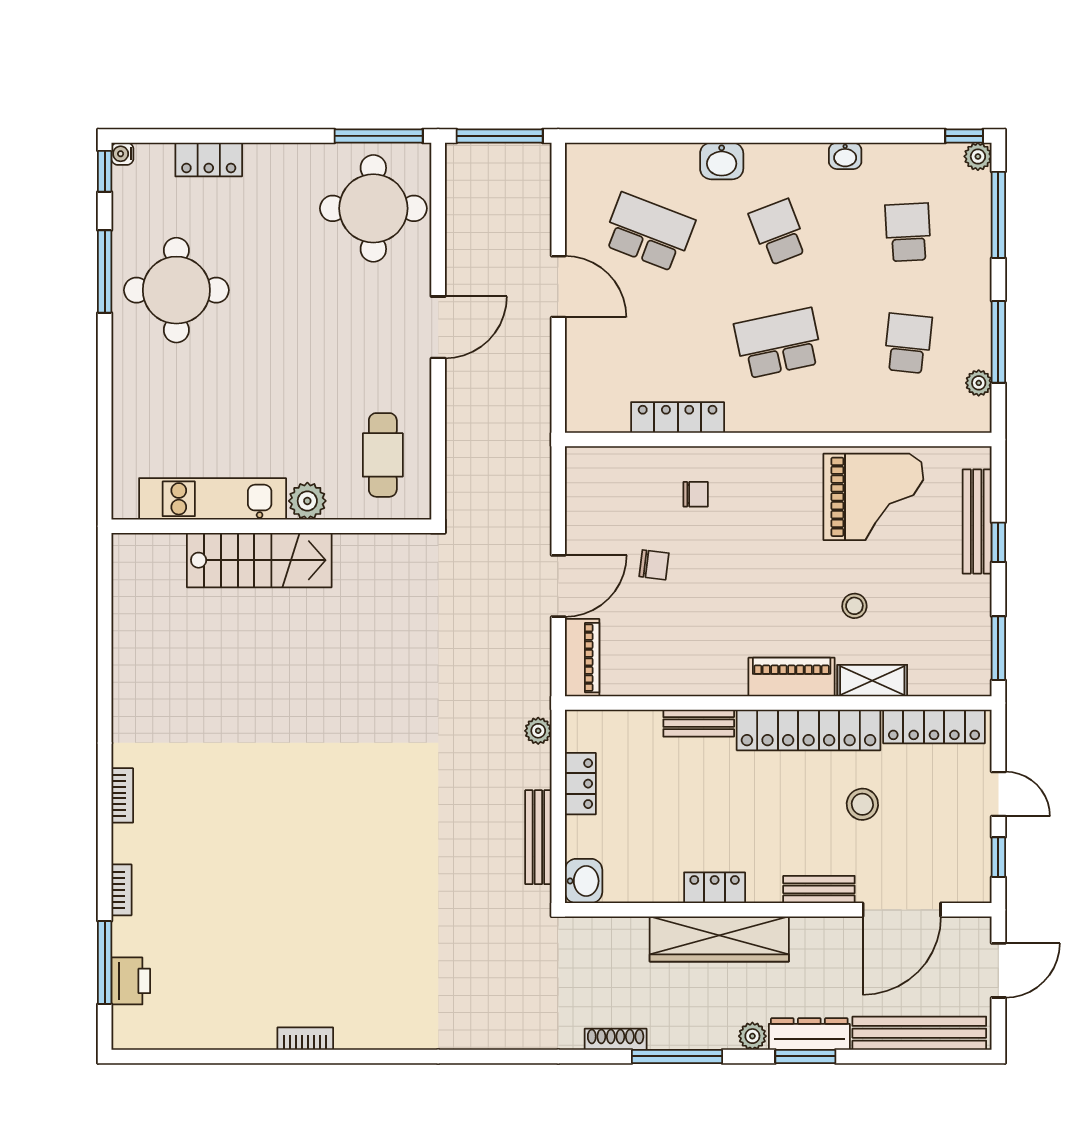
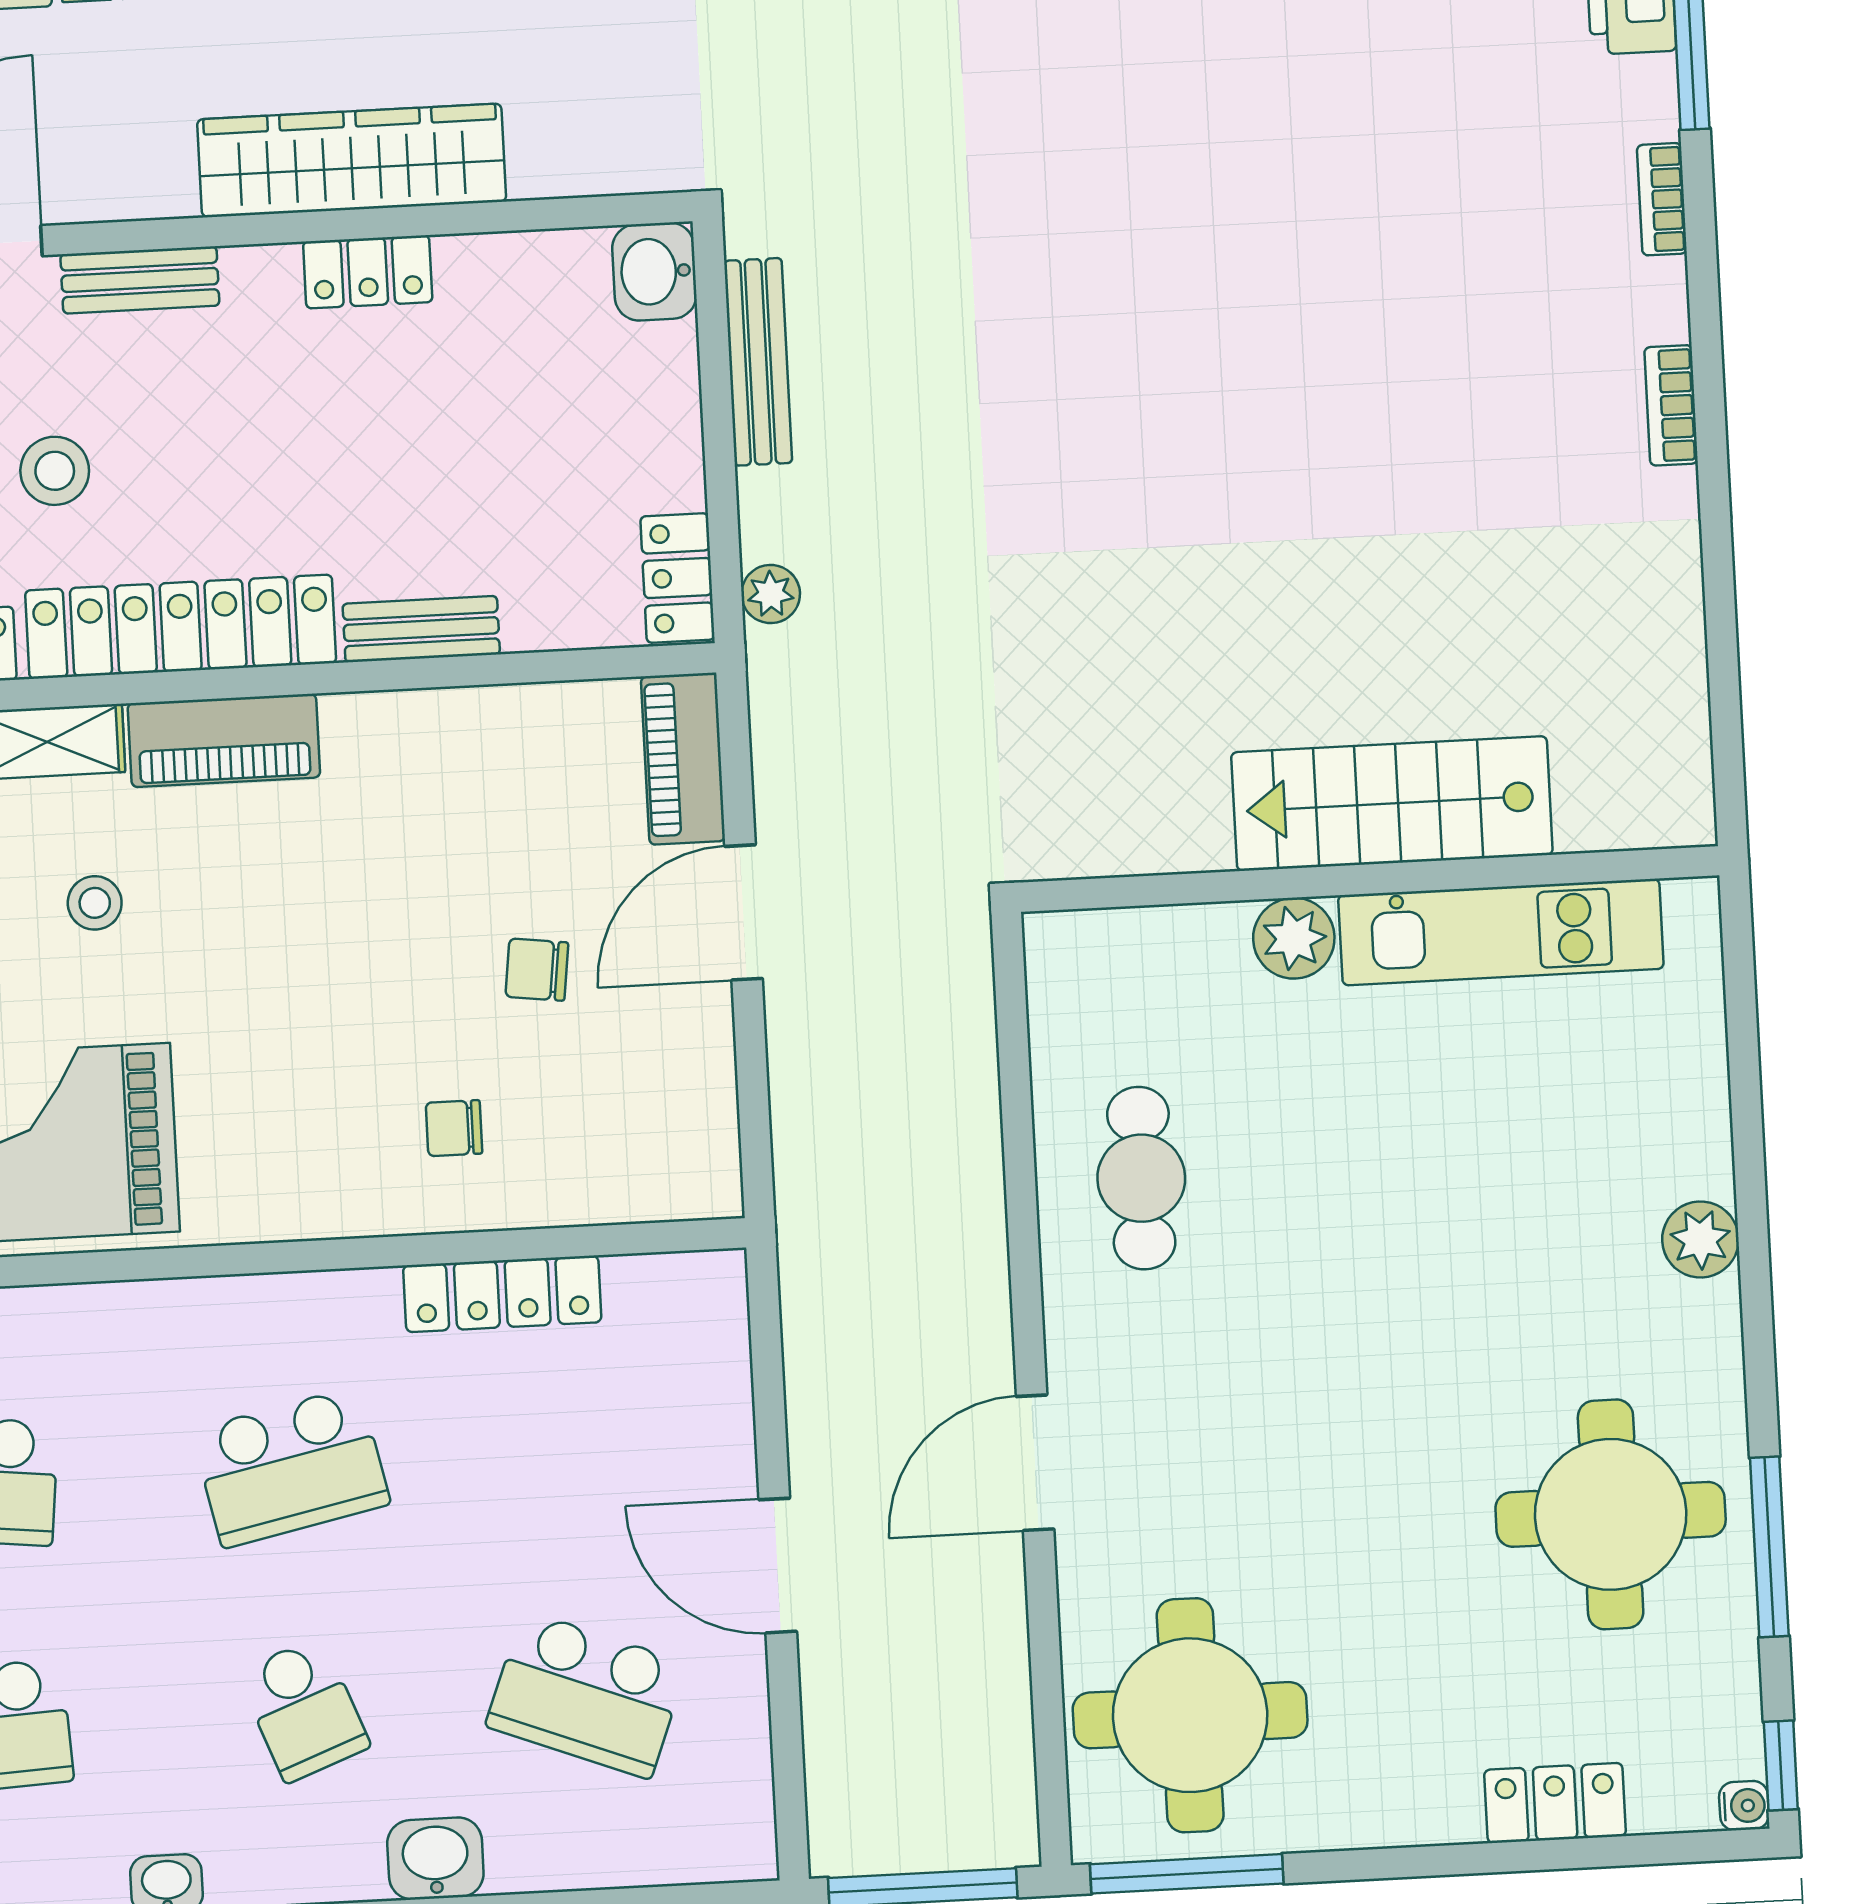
plant: (129, 414) -> (1700, 1239), added
kitchen unit: (213, 499) -> (1501, 932), moved
plant: (307, 501) -> (1294, 938), moved
wall: (271, 526) -> (1369, 879), moved
stairs: (259, 560) -> (1392, 804), moved
locker: (580, 784) -> (677, 578), moved

